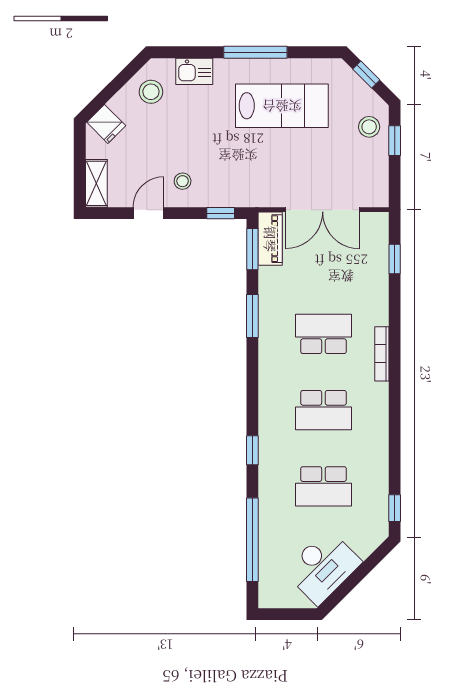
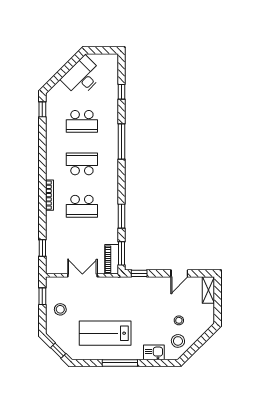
fridge: (106, 124) -> (203, 323), removed
stool: (369, 127) -> (60, 309), moved
window: (395, 141) -> (42, 296), moved
stool: (183, 181) -> (179, 320), moved
double door: (323, 210) -> (82, 275), width x0.73
window: (252, 450) -> (121, 142), width x2.17
school desk: (323, 486) -> (82, 121), turned 180
window: (252, 540) -> (121, 92), width x0.32

